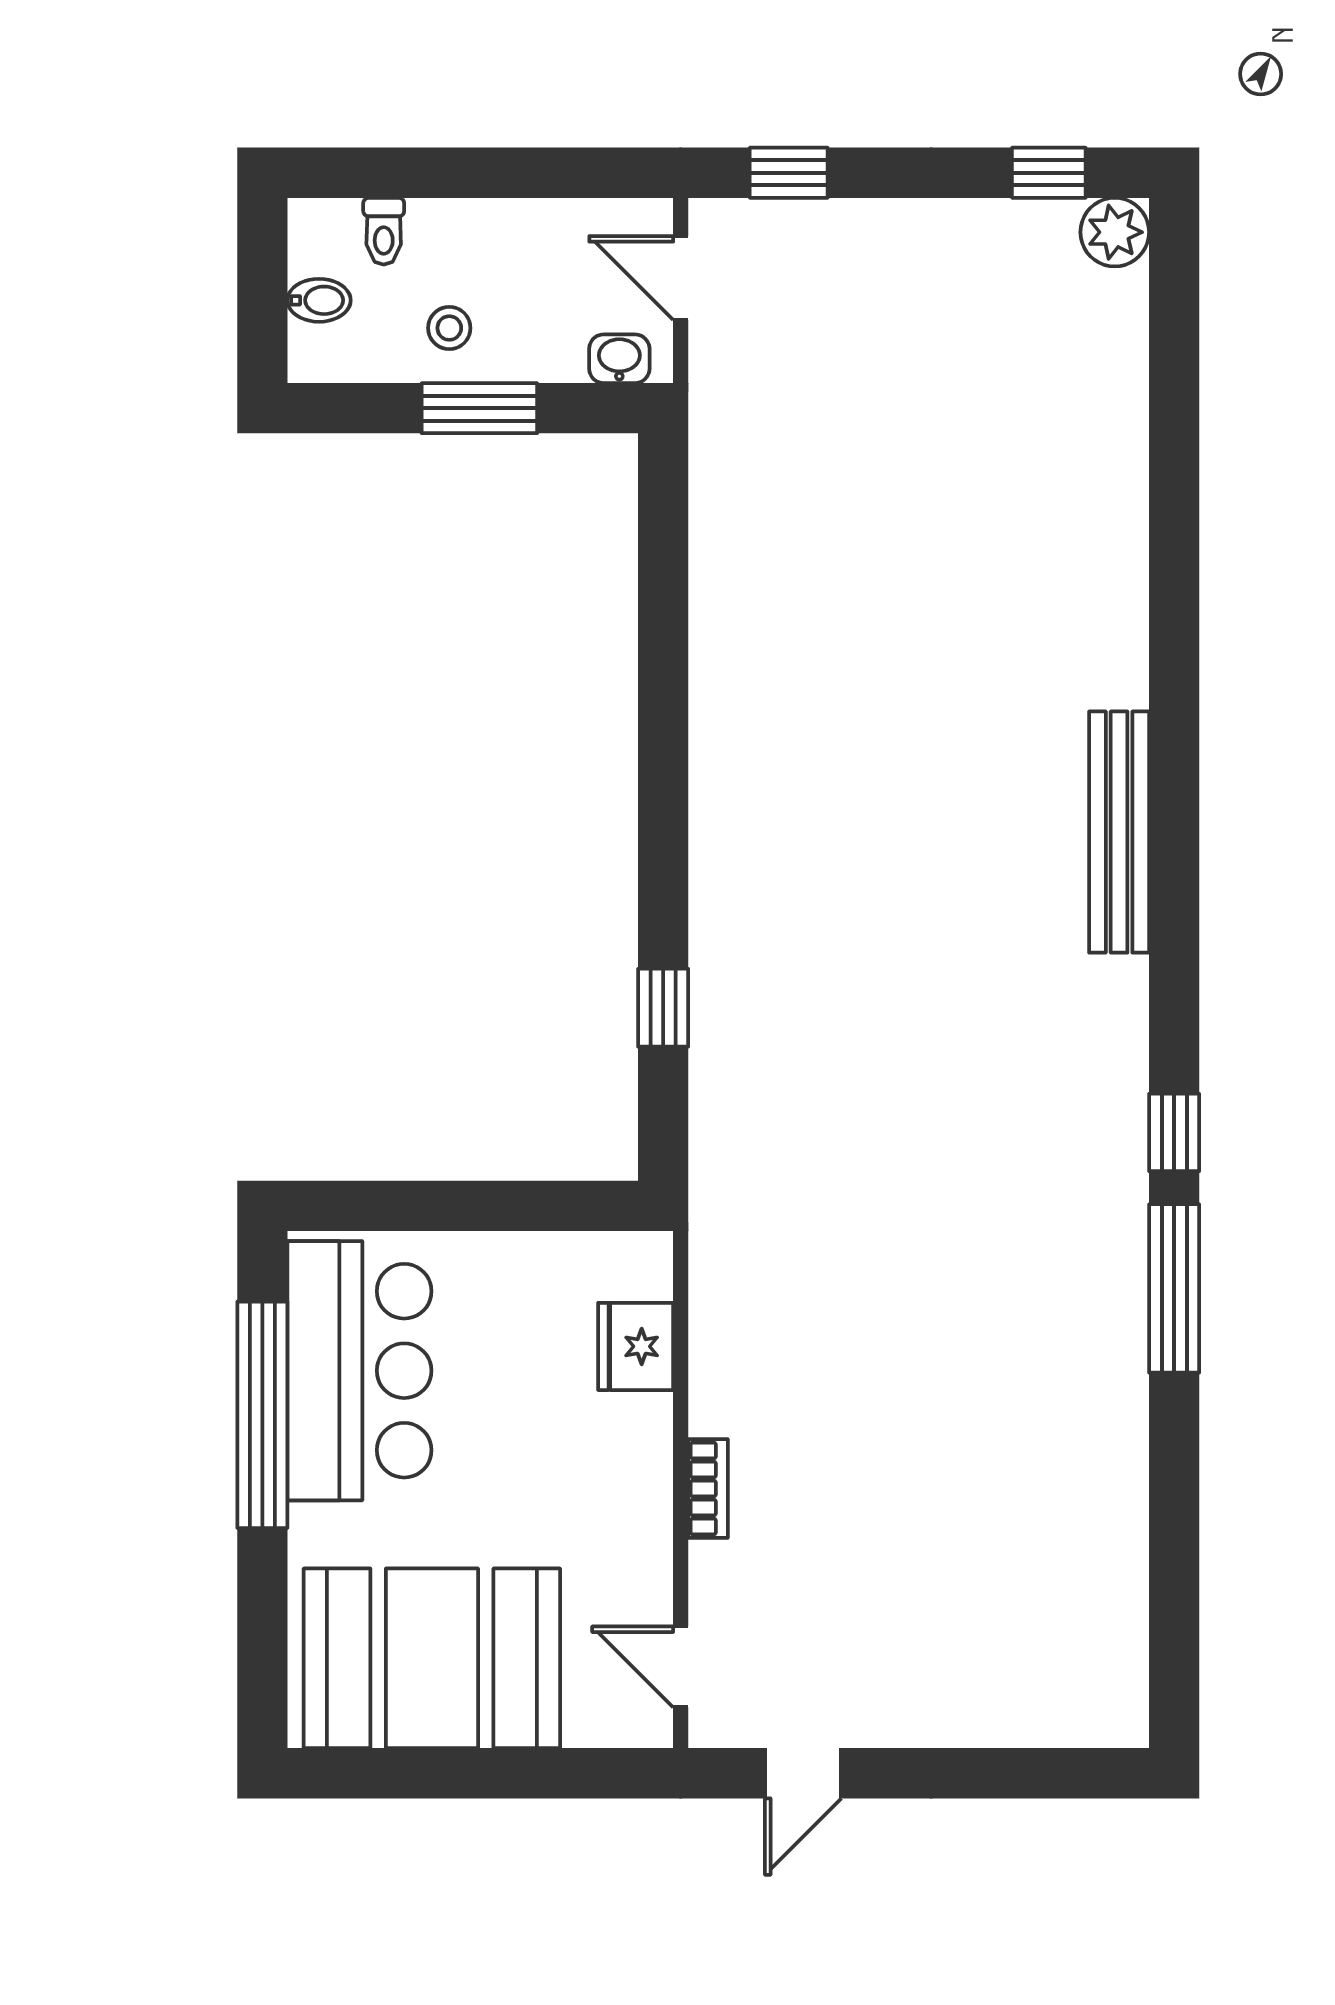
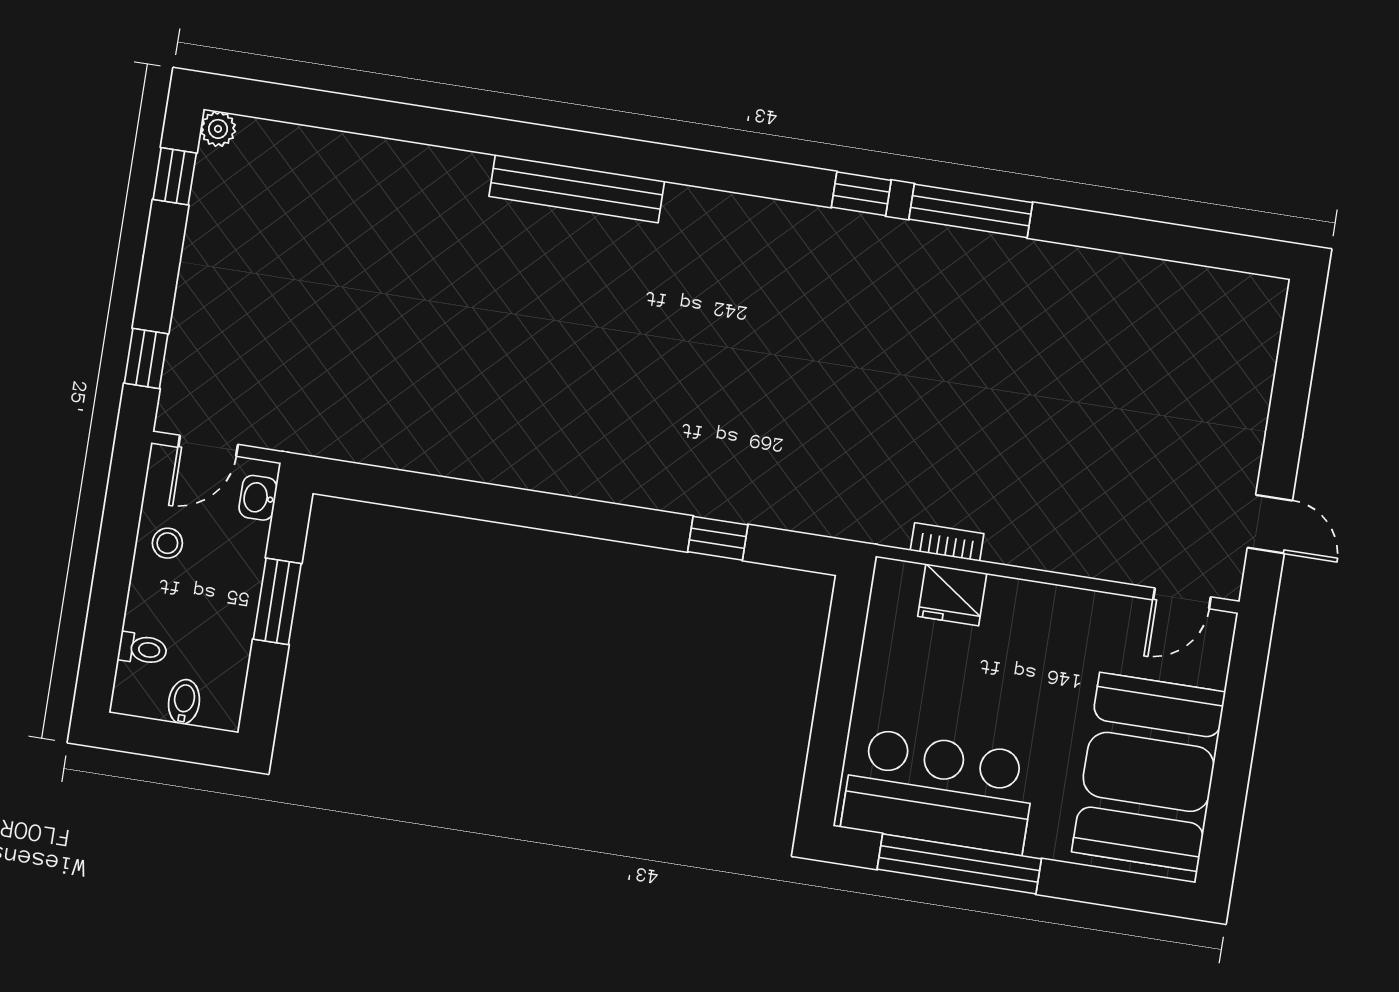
plant: (1115, 232) -> (218, 129), width x0.73, depth x0.73
stool: (449, 328) -> (167, 543), moved
bench: (1119, 832) -> (577, 189), moved
bookcase: (708, 1488) -> (947, 542), moved

